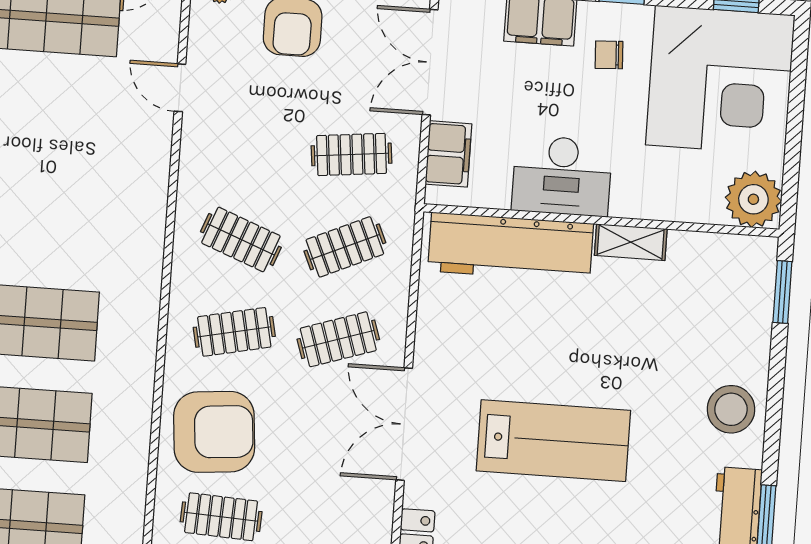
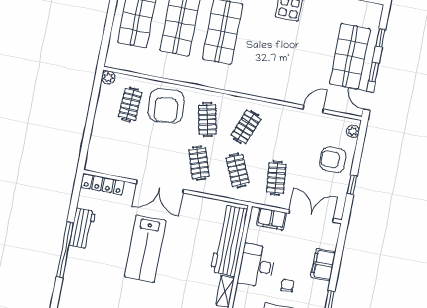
chair: (609, 55) -> (287, 285), moved
double door: (404, 424) -> (160, 186), swing flipped

